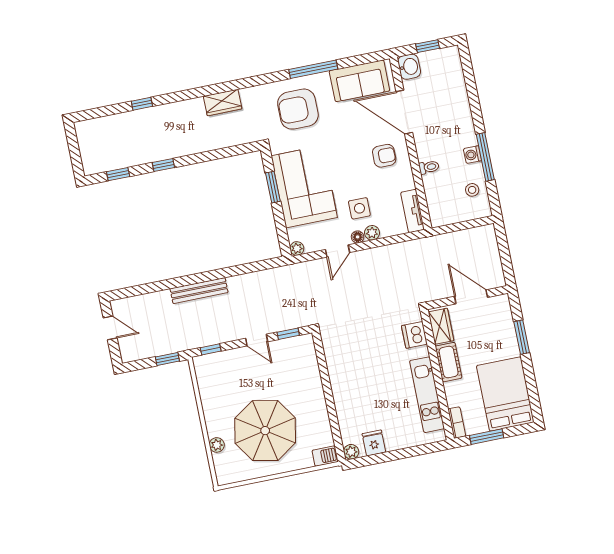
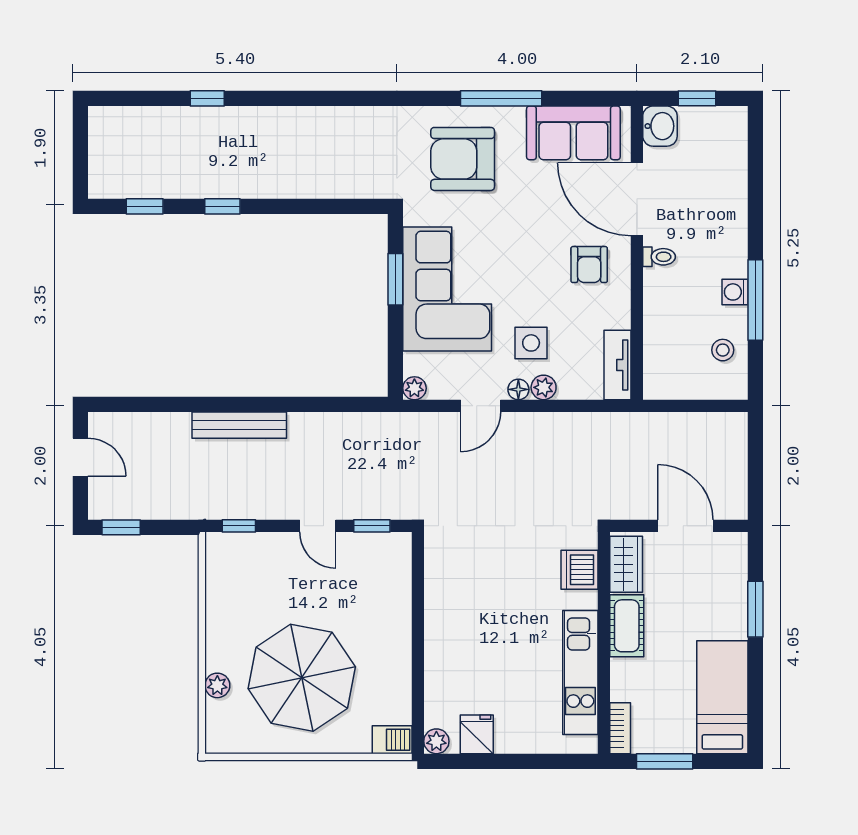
wardrobe: (223, 102) -> (341, 123), removed
armchair: (384, 156) -> (589, 265), turned 90
toilet: (429, 167) -> (659, 257), moved
window: (167, 359) -> (121, 527), moved
bed: (505, 394) -> (722, 697), width x0.67

